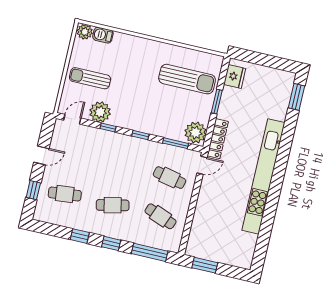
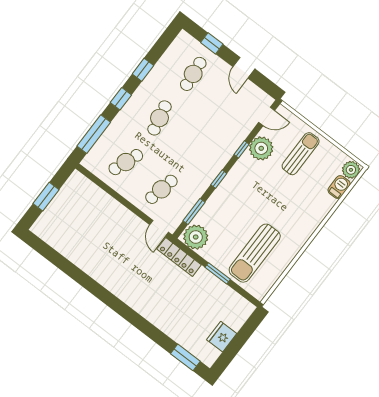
fridge: (235, 76) -> (222, 337), moved, turned 90
door: (72, 119) -> (267, 116), hinge flipped
kitchen unit: (263, 176) -> (119, 287), removed
window: (205, 265) -> (46, 197), moved

